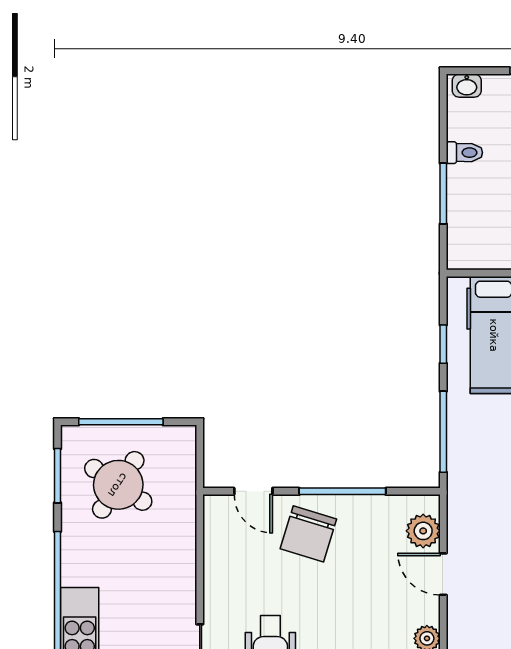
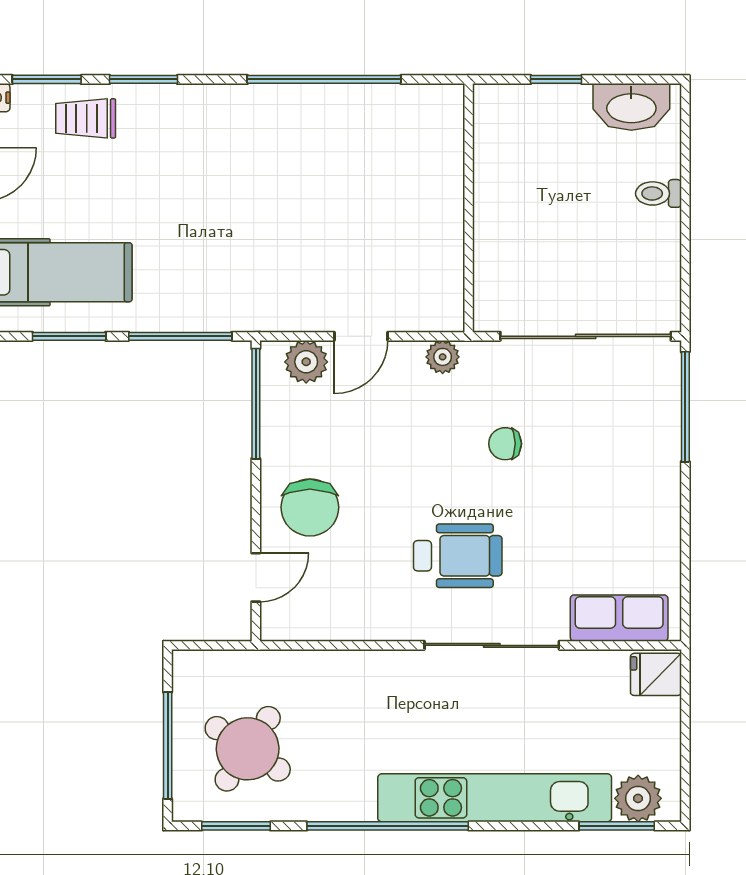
window: (443, 344) -> (69, 336), width x1.50
window: (342, 491) -> (256, 404), moved
chair: (308, 534) -> (310, 507), turned 73

